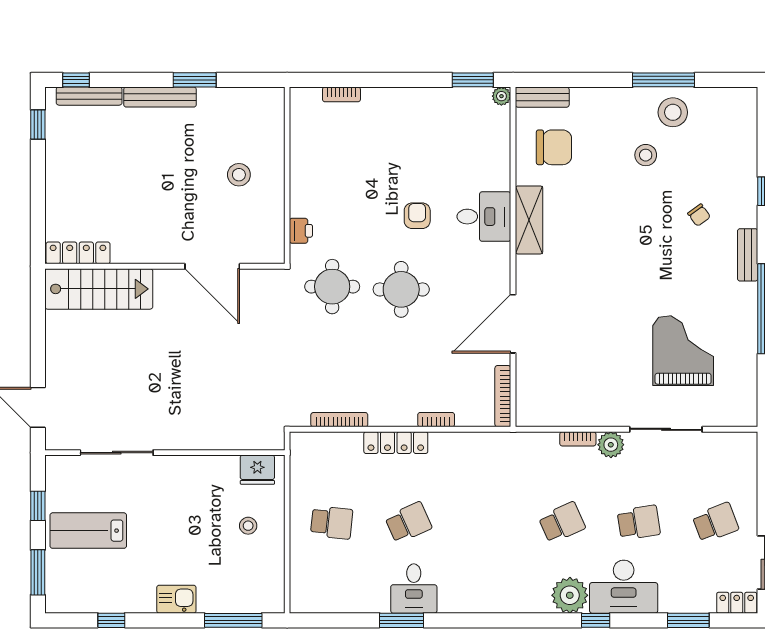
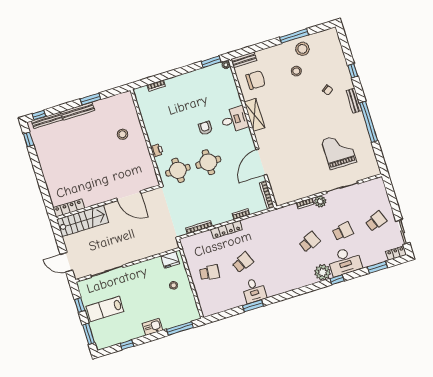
locker: (78, 253) -> (69, 208), moved
wall: (165, 266) -> (108, 202), moved
door: (212, 266) -> (129, 196), moved
stairs: (99, 289) -> (83, 221), moved

